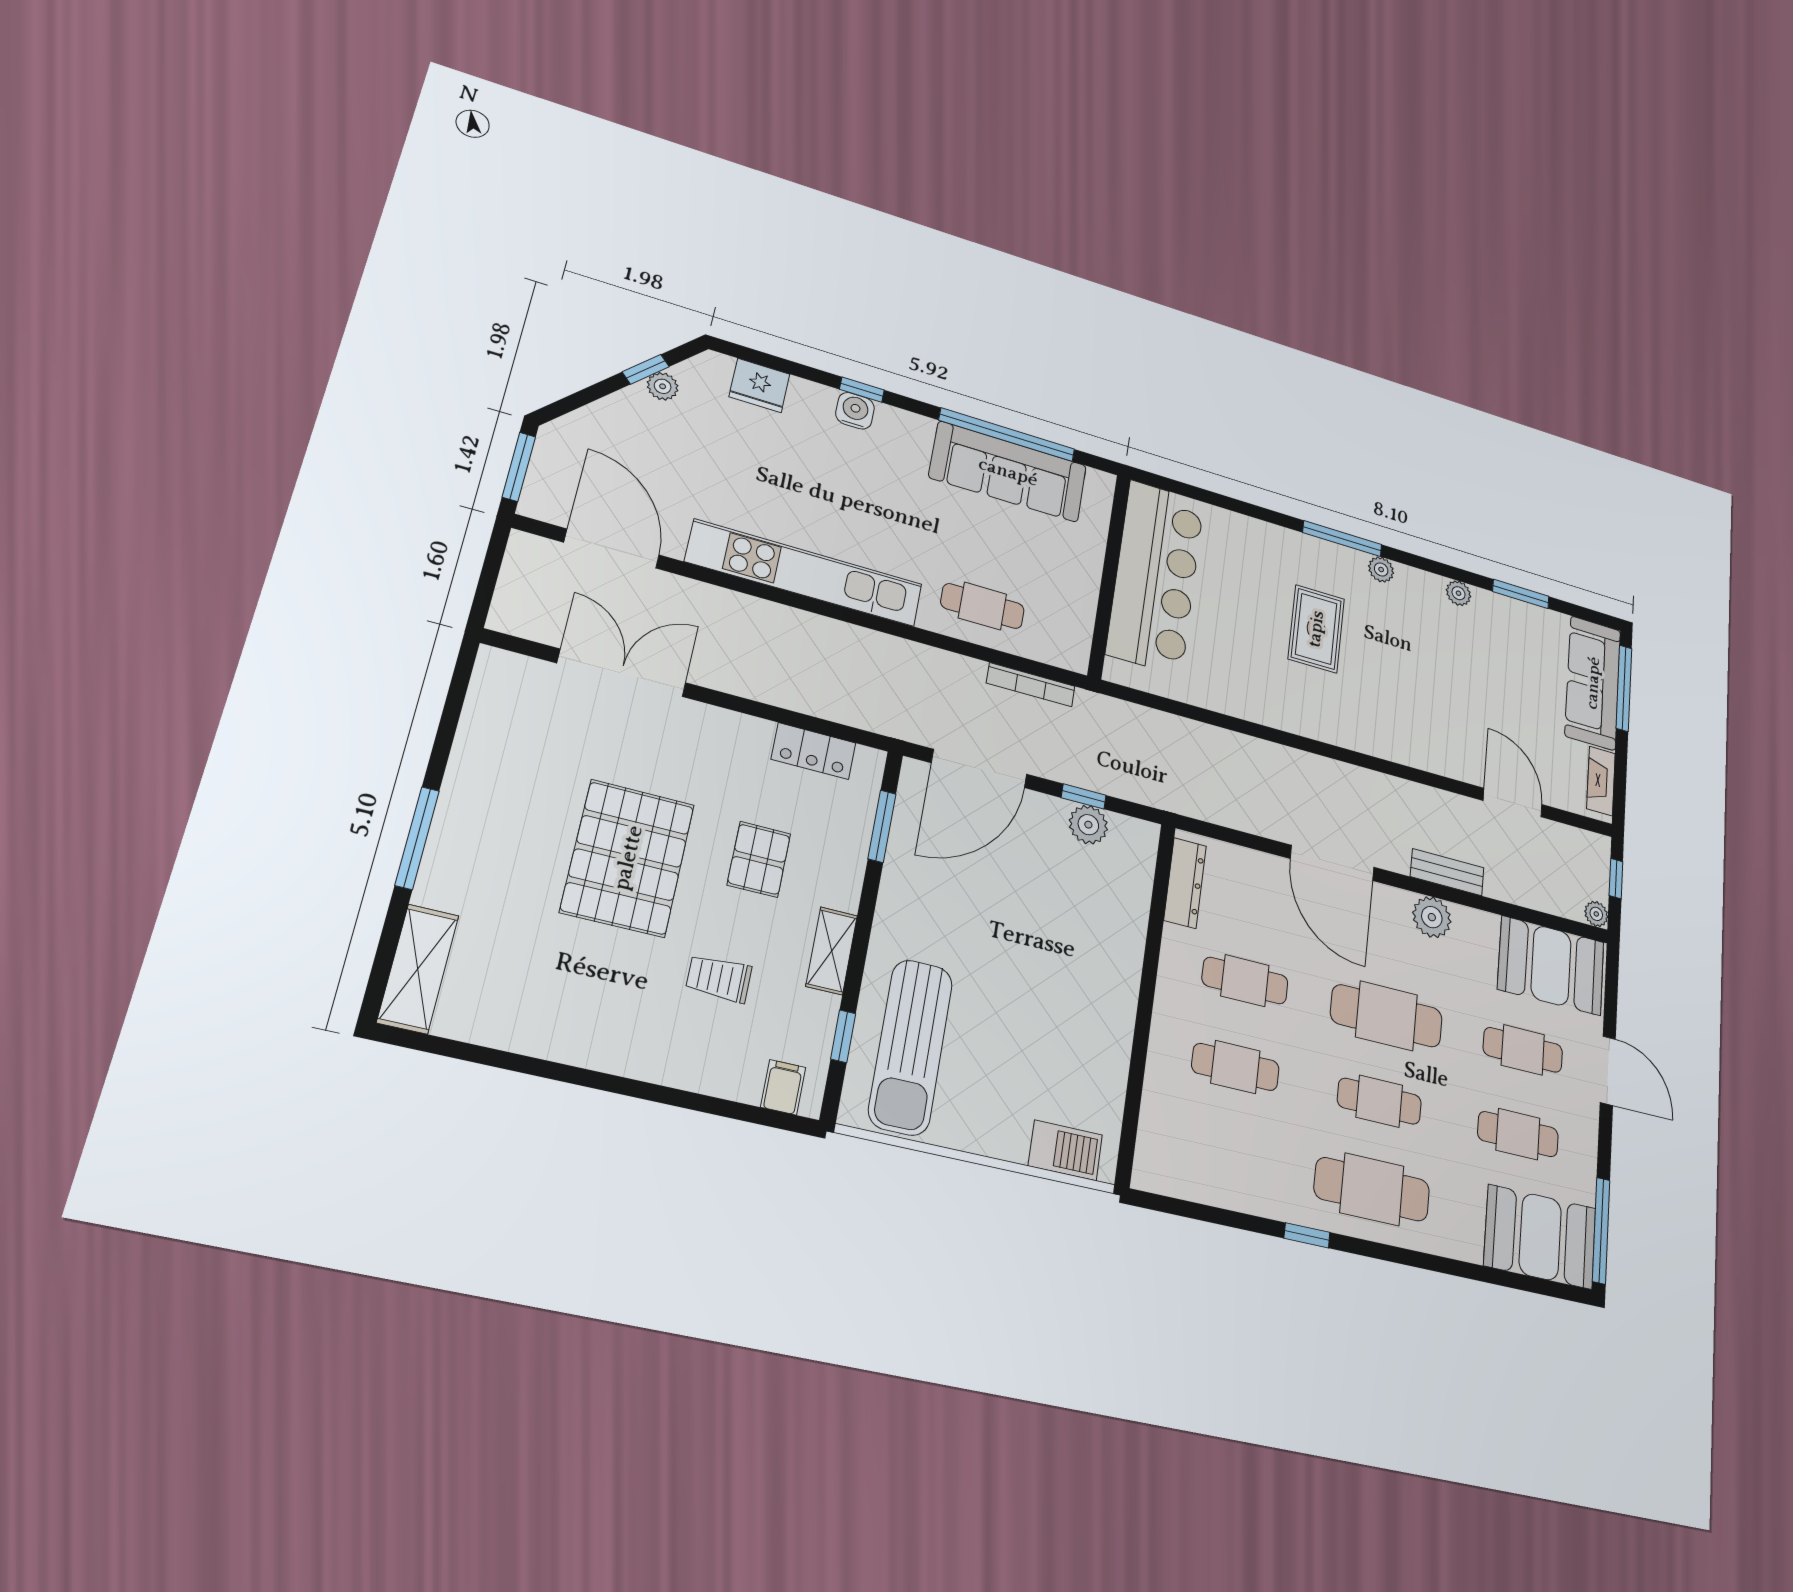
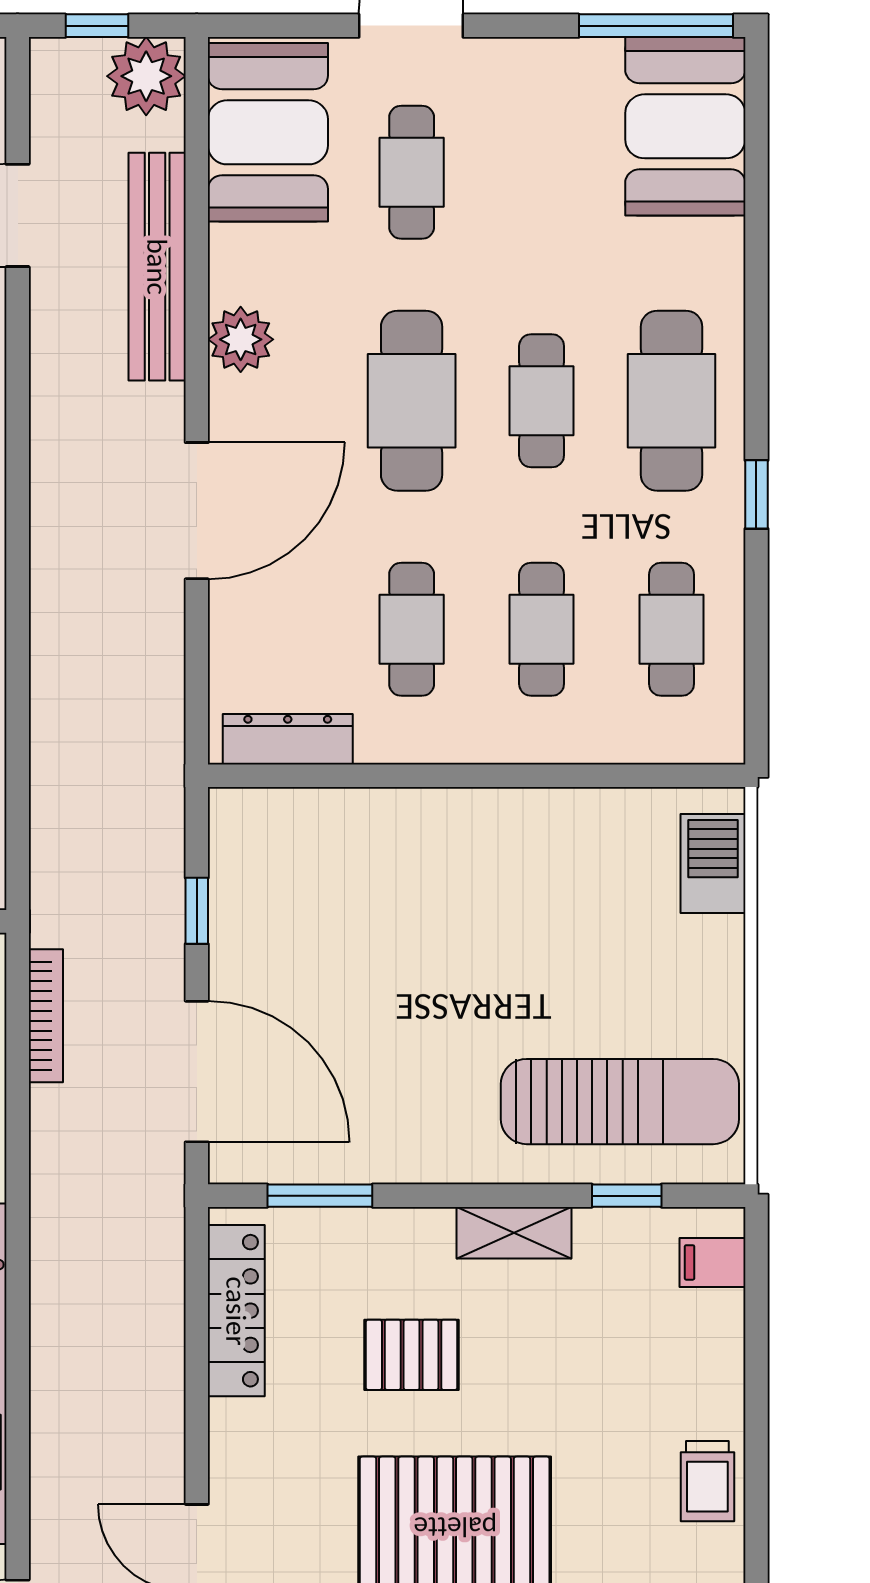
locker: (814, 751) -> (236, 1311), width x1.53
plant: (1088, 825) -> (238, 898), removed
bench: (1447, 872) -> (157, 267), width x1.86, depth x1.21
plant: (1596, 914) -> (146, 76), width x1.88, depth x1.88
trolley: (719, 978) -> (707, 1481), moved
cafe table: (1518, 1134) -> (672, 629), moved

